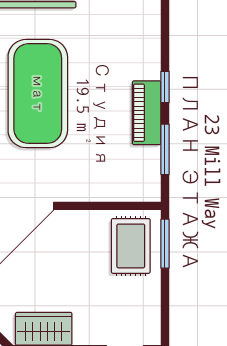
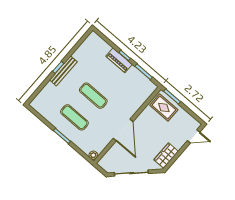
exercise mat: (38, 94) -> (93, 96), width x0.50, depth x0.69
piano: (147, 113) -> (119, 60), moved

